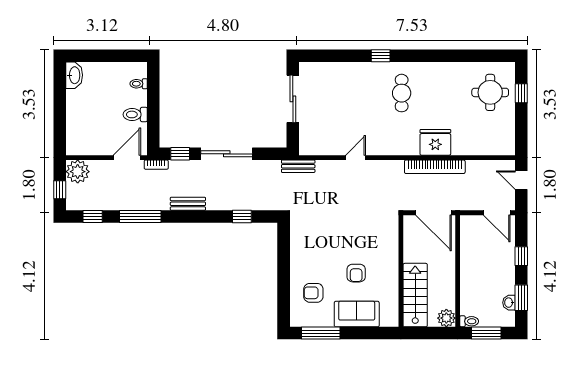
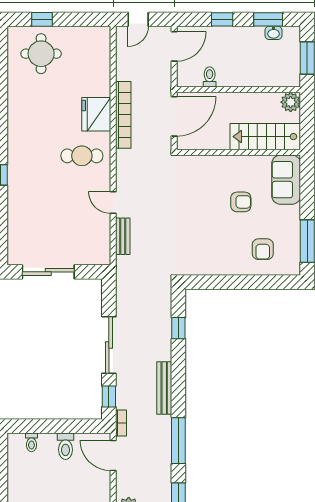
cafe table: (402, 93) -> (82, 156), moved
bench: (298, 166) -> (123, 236), moved
bench: (188, 204) -> (164, 388), width x1.36
sofa: (357, 314) -> (286, 180), moved
toilet: (469, 321) -> (210, 77), moved

